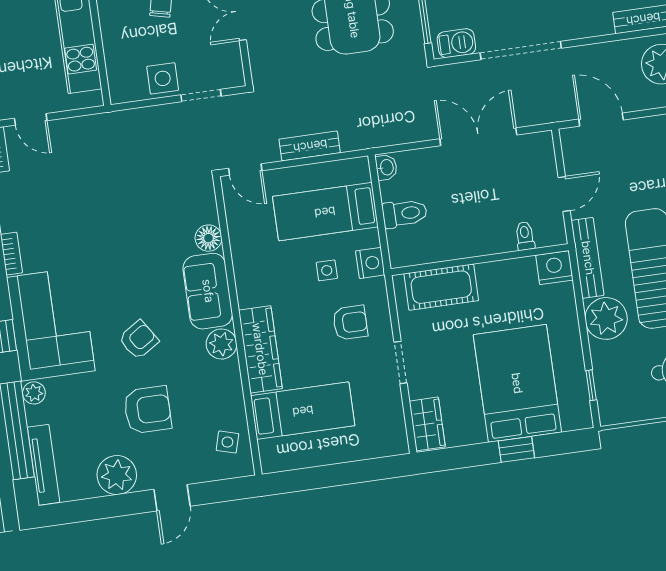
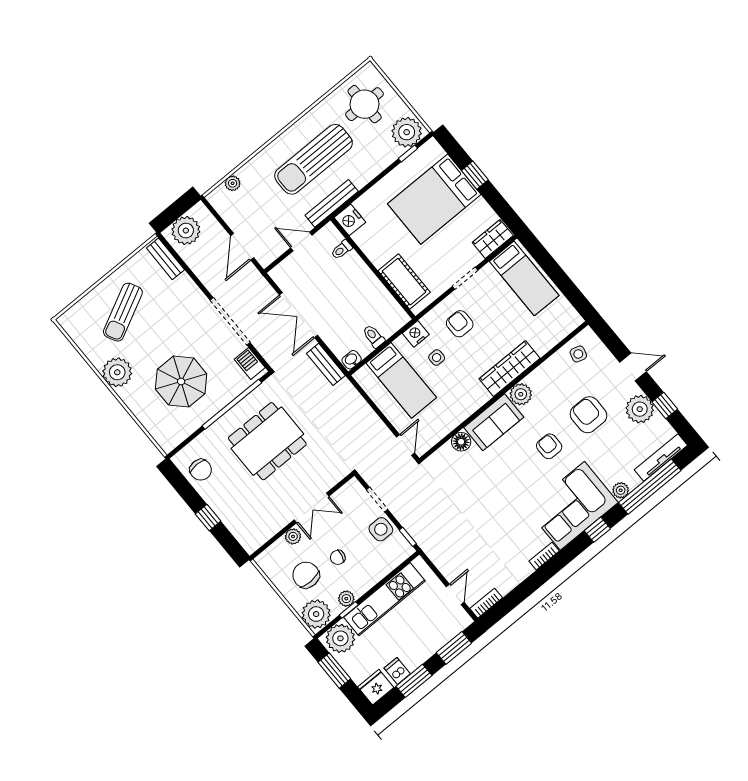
window: (134, 105) -> (408, 537), added
bench: (310, 146) -> (326, 364), moved
toilet: (405, 213) -> (374, 336), width x0.73, depth x0.72
plant: (606, 318) -> (407, 132), moved
armchair: (139, 340) -> (549, 446), turned 33
bed: (303, 411) -> (524, 278), moved, turned 180
window: (103, 508) -> (665, 406), added

